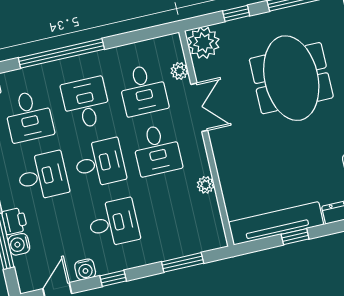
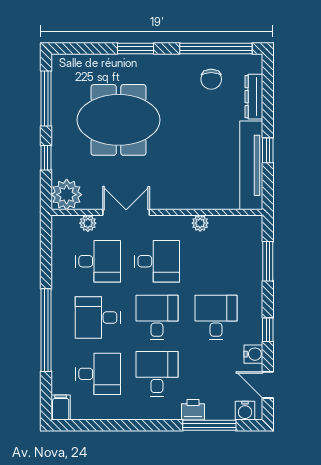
water cooler: (19, 244) -> (245, 411), moved

